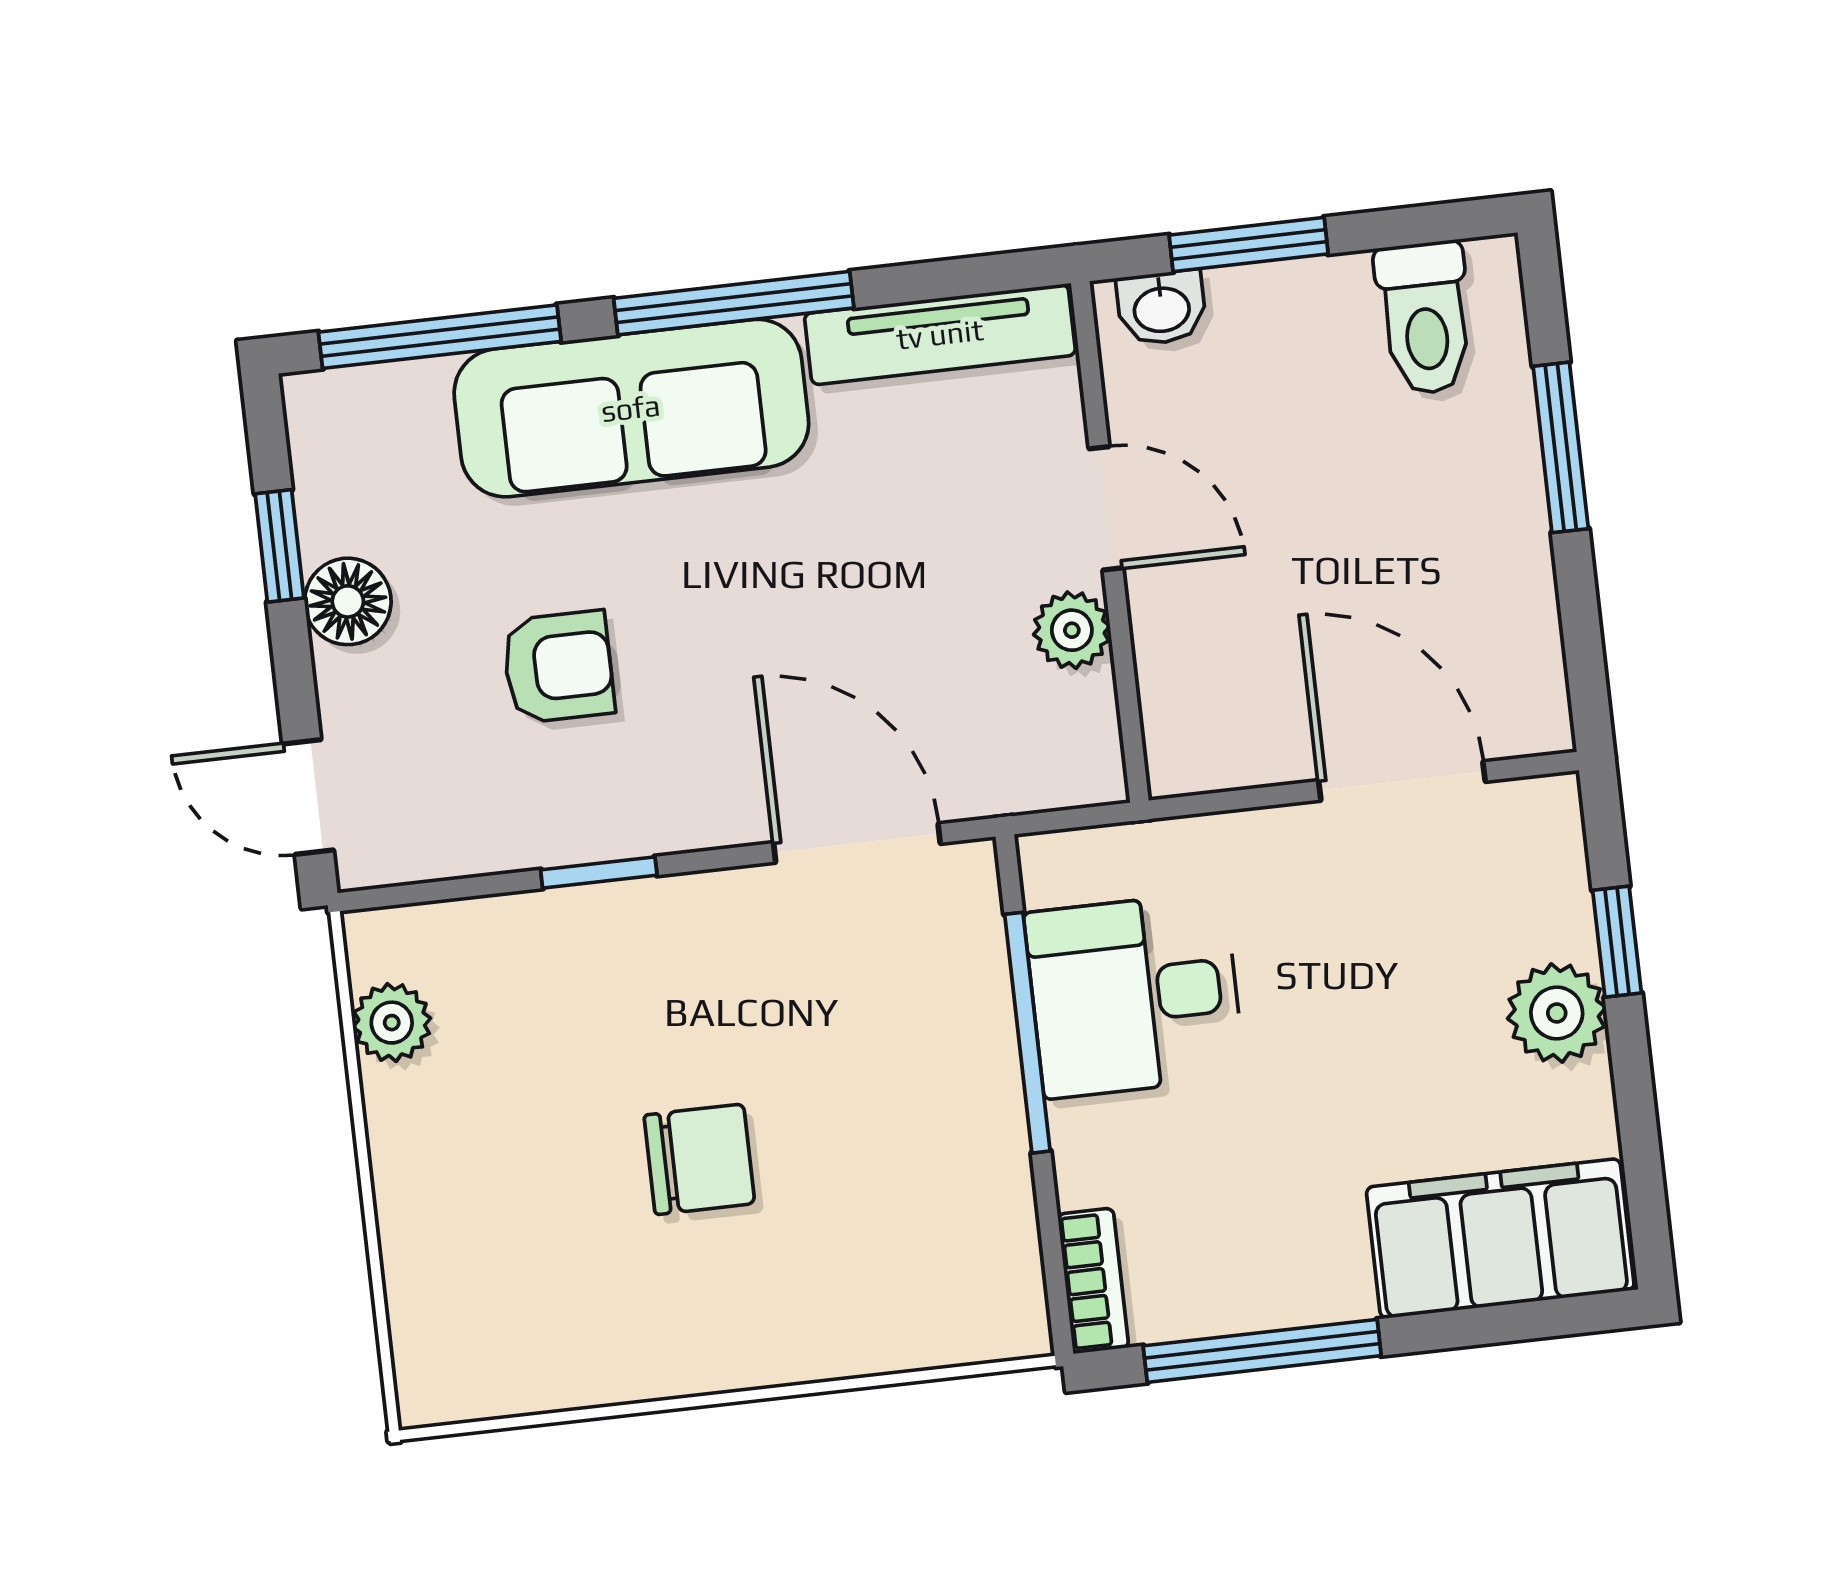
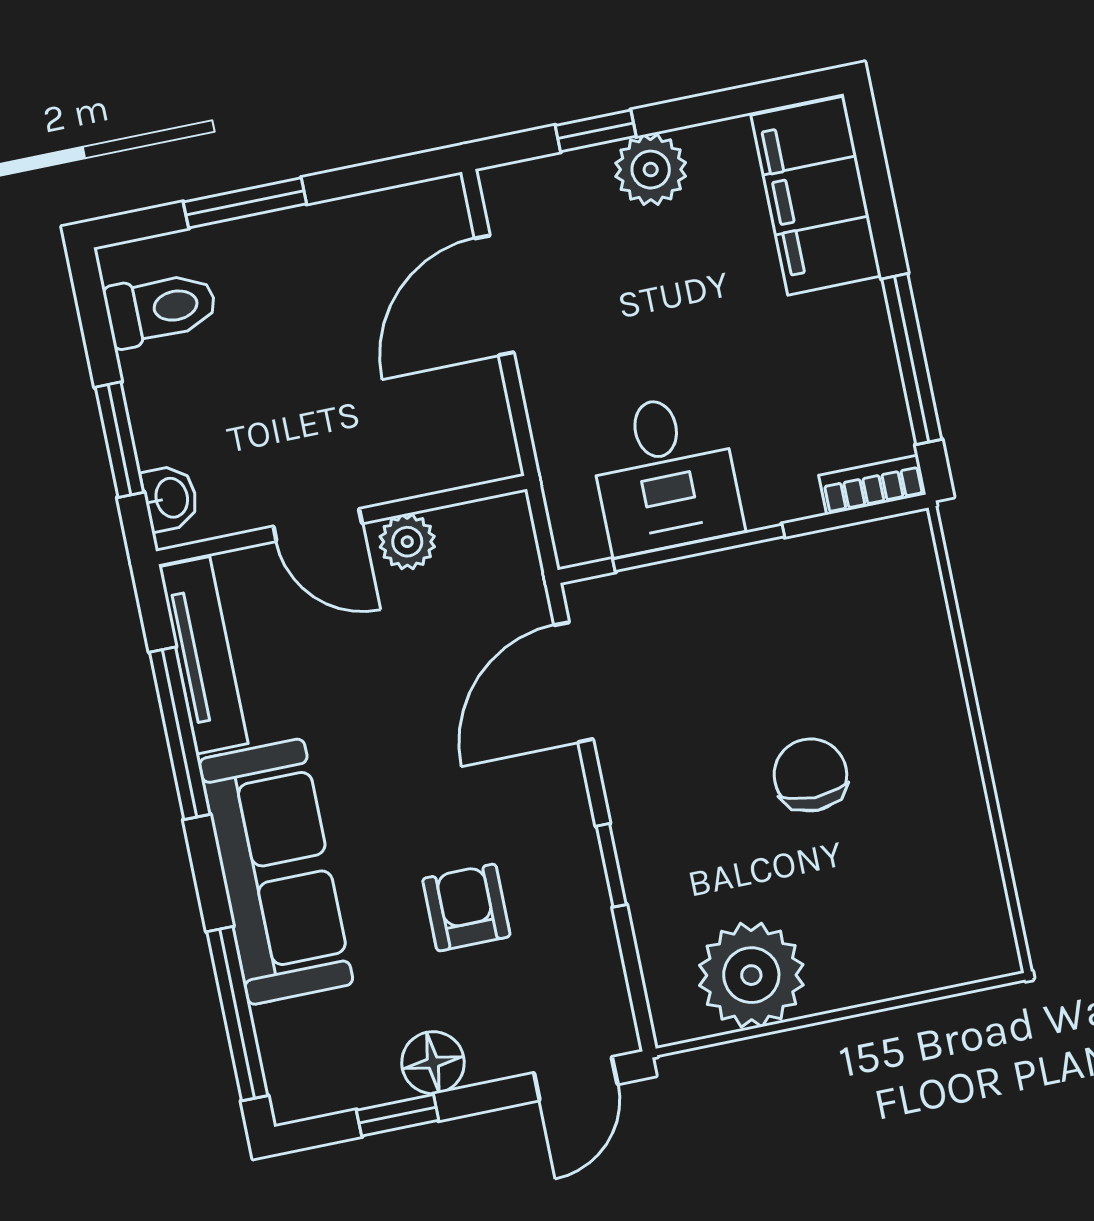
window: (734, 303) -> (180, 733), moved
door: (1106, 508) -> (318, 525), swing flipped
plant: (392, 1023) -> (751, 975), width x1.88, depth x1.88

